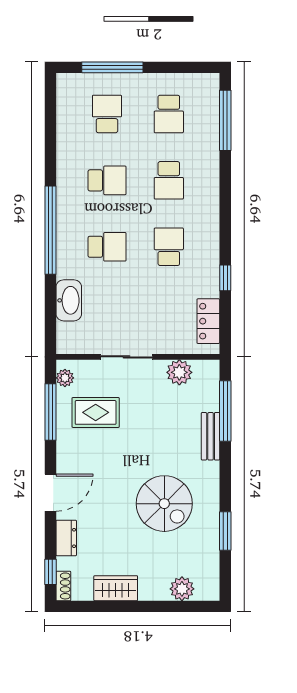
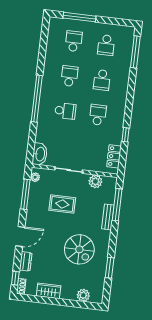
school desk: (107, 180) -> (69, 76), turned -90
washbasin: (69, 300) -> (40, 154), moved
rug: (96, 412) -> (62, 204), moved

